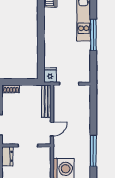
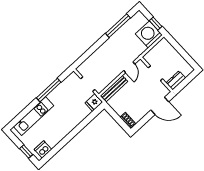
window: (93, 35) -> (49, 90), moved
door: (52, 129) -> (129, 67), swing flipped

